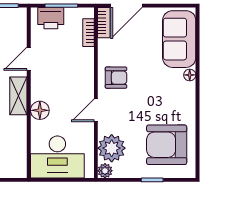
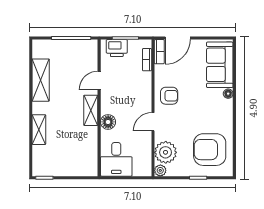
desk: (57, 157) -> (116, 159), width x0.73

